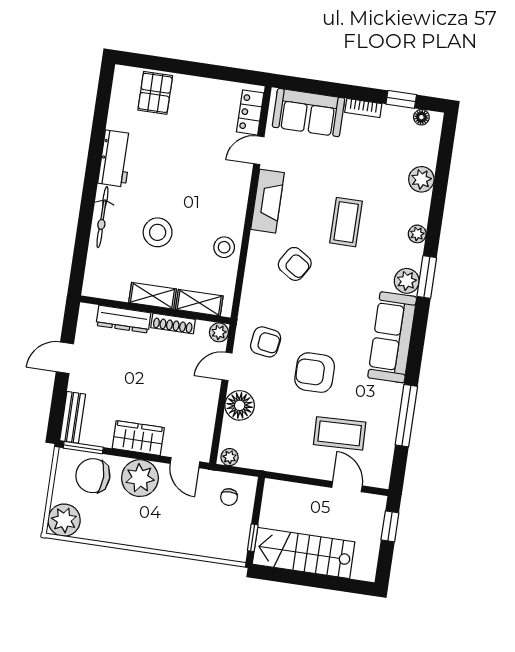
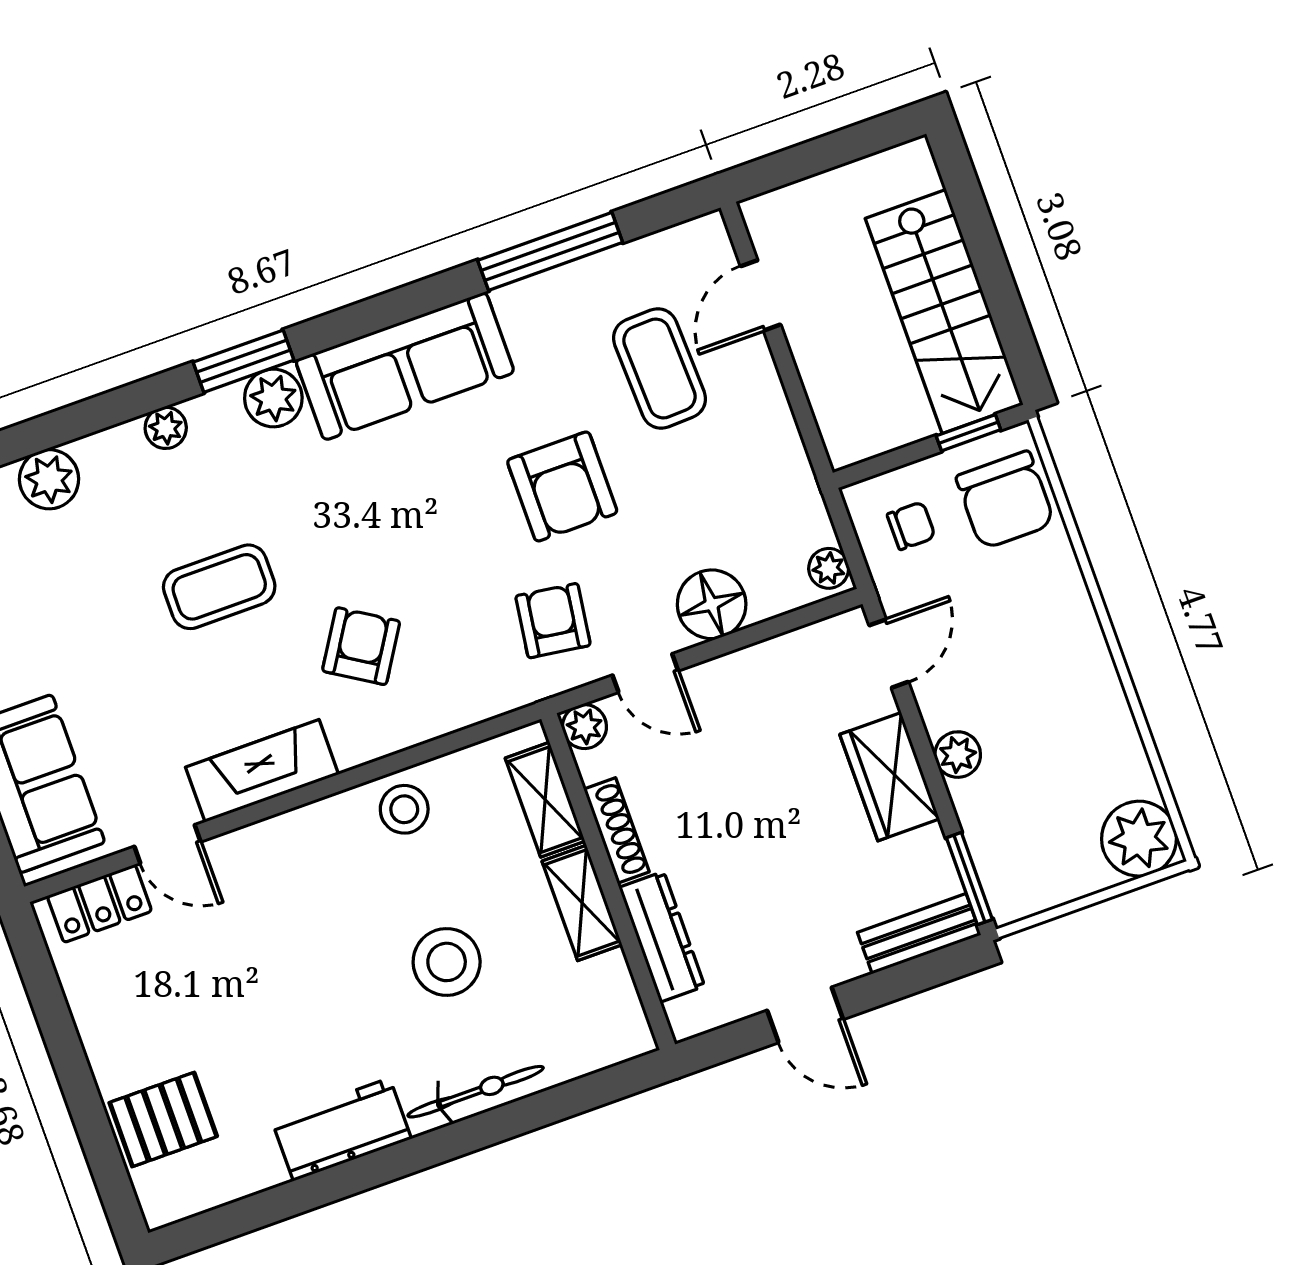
chair: (93, 476) -> (1005, 500), moved
plant: (140, 478) -> (958, 755), width x0.53, depth x0.53
window: (390, 526) -> (795, 164), removed

